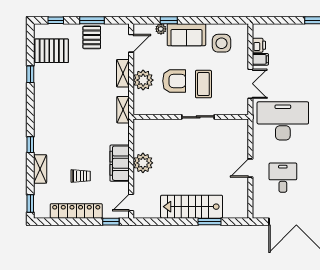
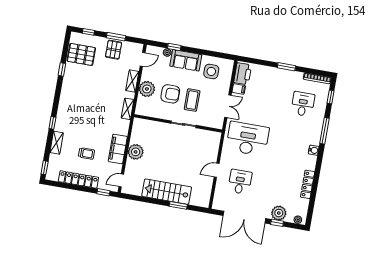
printer: (259, 45) -> (243, 74), width x1.87, depth x1.48

